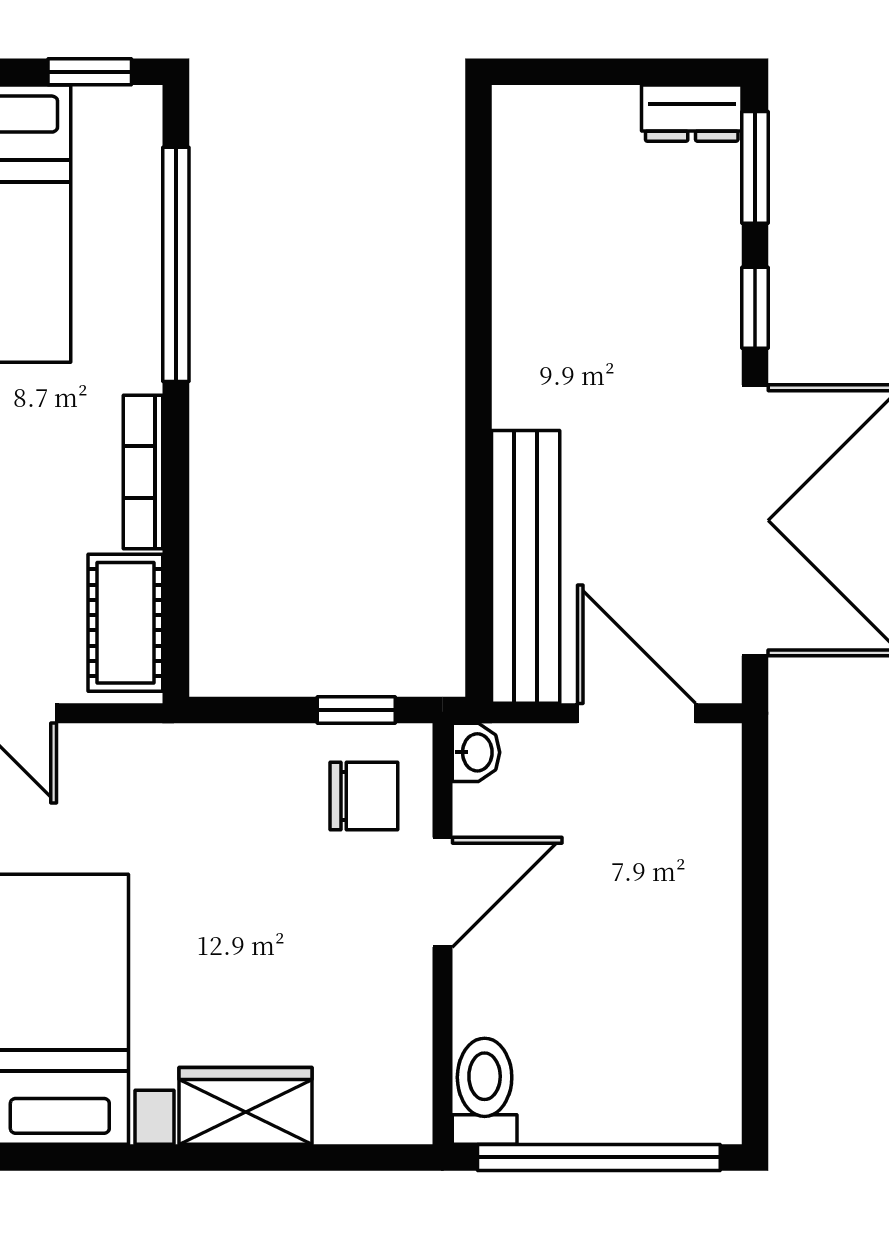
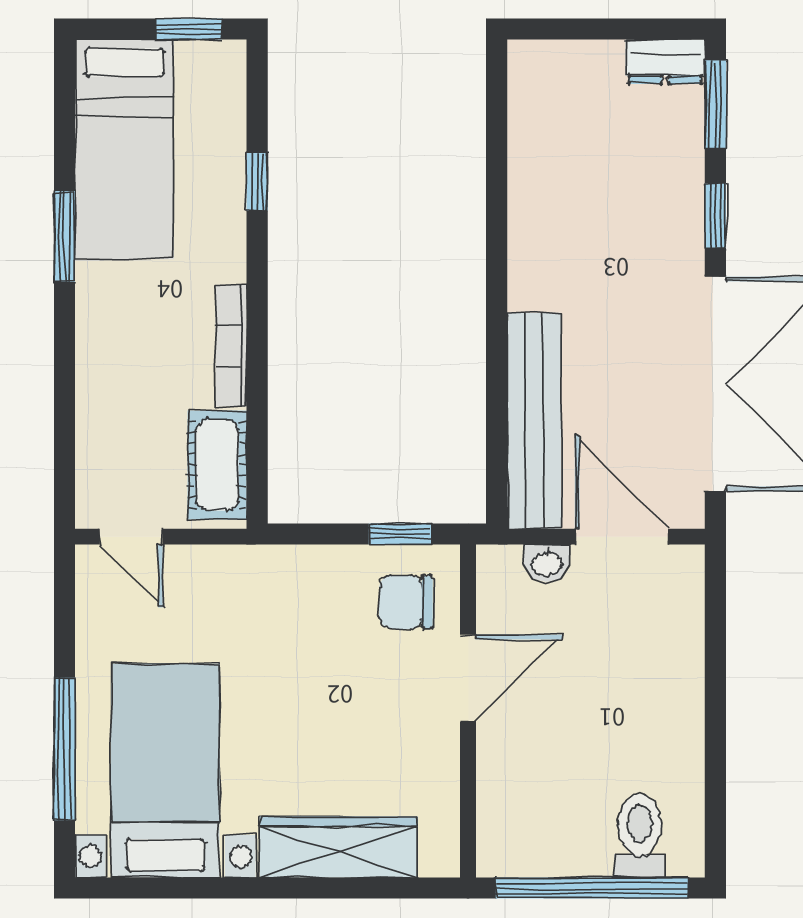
window: (176, 264) -> (257, 181), width x0.32
washbasin: (476, 752) -> (547, 563), moved, turned 90
chair: (364, 796) -> (406, 602), turned 180
toilet: (485, 1091) -> (640, 836), moved
wardrobe: (246, 1106) -> (339, 847), width x1.50

